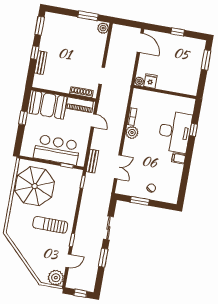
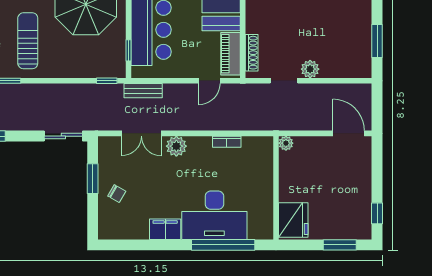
plant: (103, 28) -> (310, 69), moved
window: (178, 32) -> (377, 213), moved
door: (140, 43) -> (349, 133), swing flipped
fridge: (150, 81) -> (293, 220), moved, width x1.88, depth x1.34
window: (193, 130) -> (223, 245), width x3.17
plant: (132, 133) -> (176, 146), moved
filing cabinet: (179, 158) -> (165, 229), width x2.00
sliding door: (108, 228) -> (63, 136), moved

